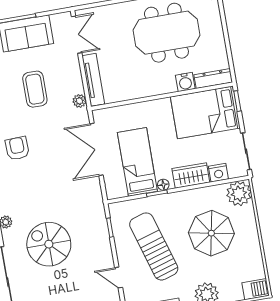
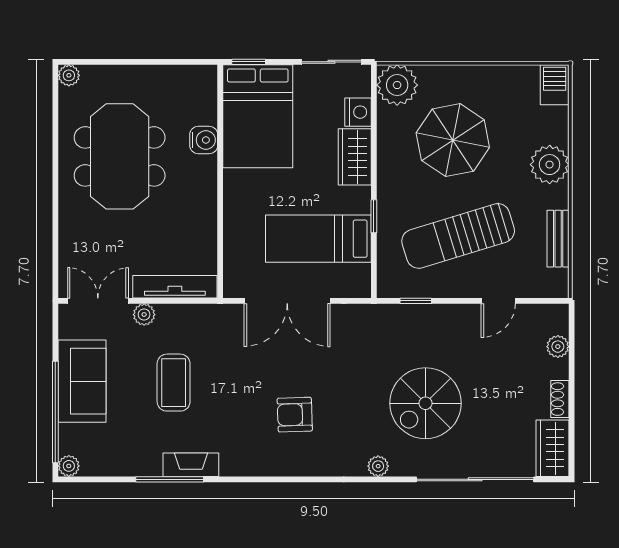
dresser: (213, 78) -> (206, 94), removed
coffee table: (35, 89) -> (174, 383), turned 90
plant: (79, 101) -> (144, 315), moved
armchair: (17, 148) -> (295, 415), moved
floor lamp: (163, 185) -> (362, 204), removed

